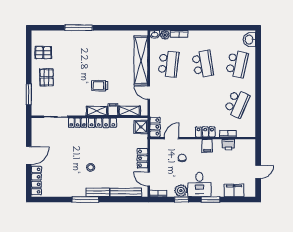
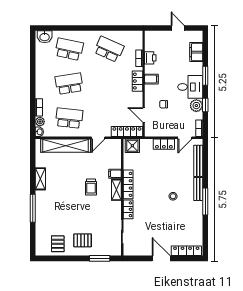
shelving: (129, 111) -> (40, 179), moved
locker: (155, 127) -> (127, 132), width x1.53

